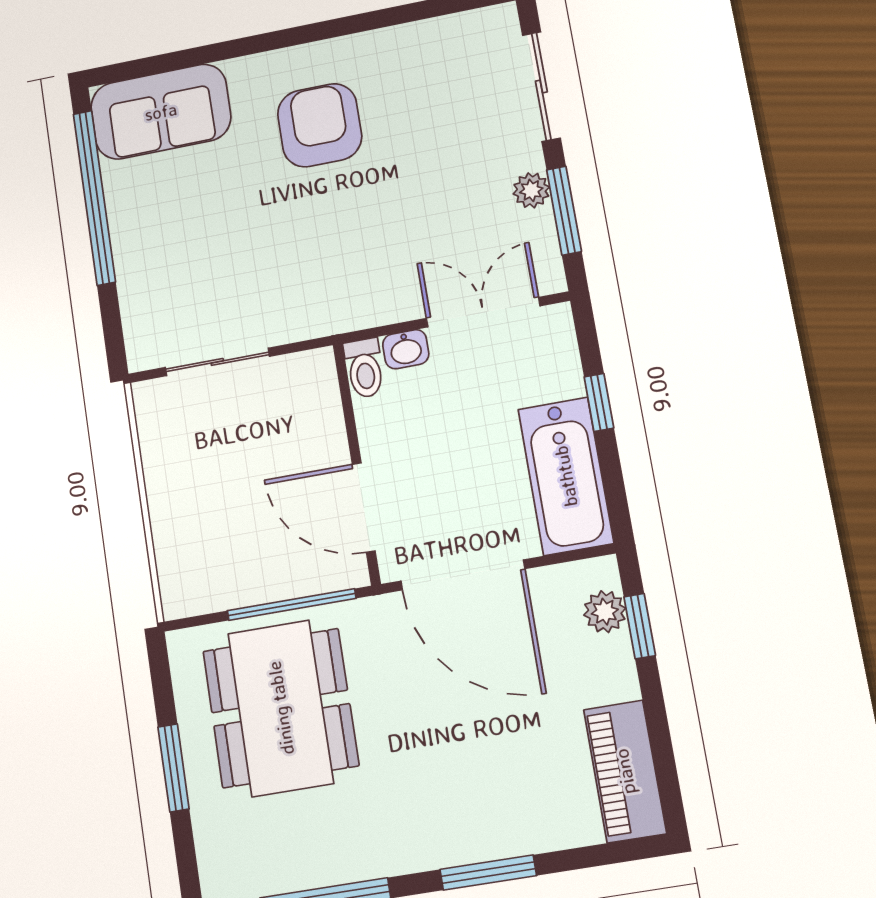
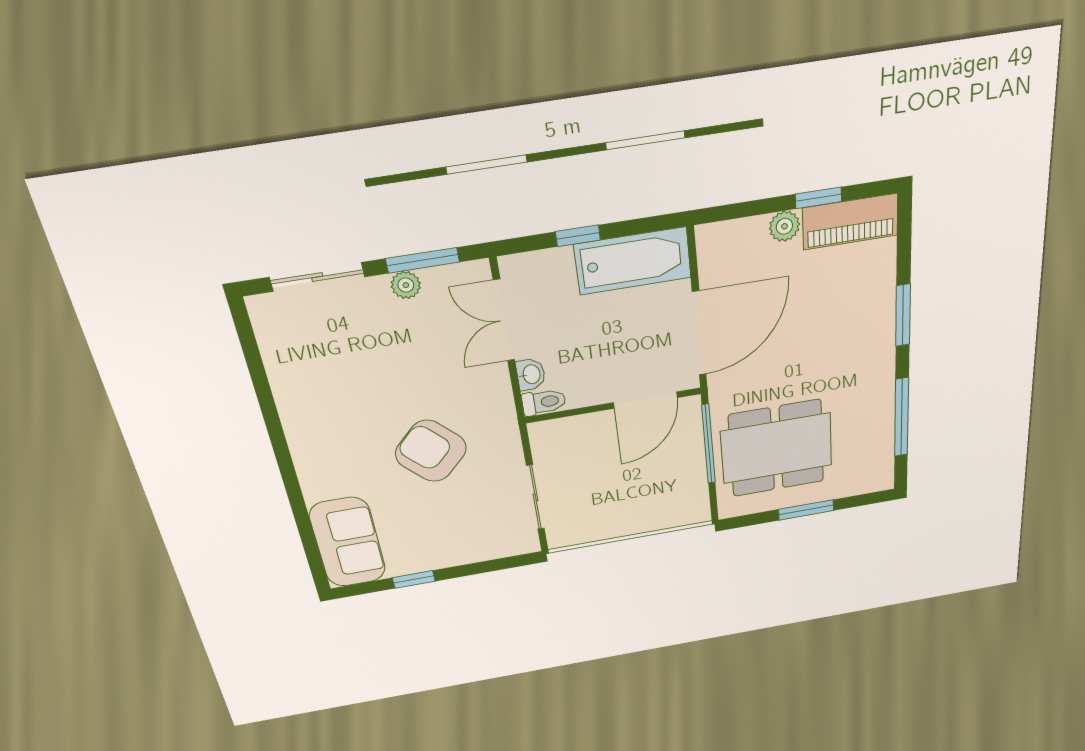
armchair: (320, 125) -> (431, 451), moved, turned 45
window: (94, 198) -> (414, 579), width x0.32
plant: (605, 612) -> (784, 226), moved
window: (640, 626) -> (818, 198), moved

